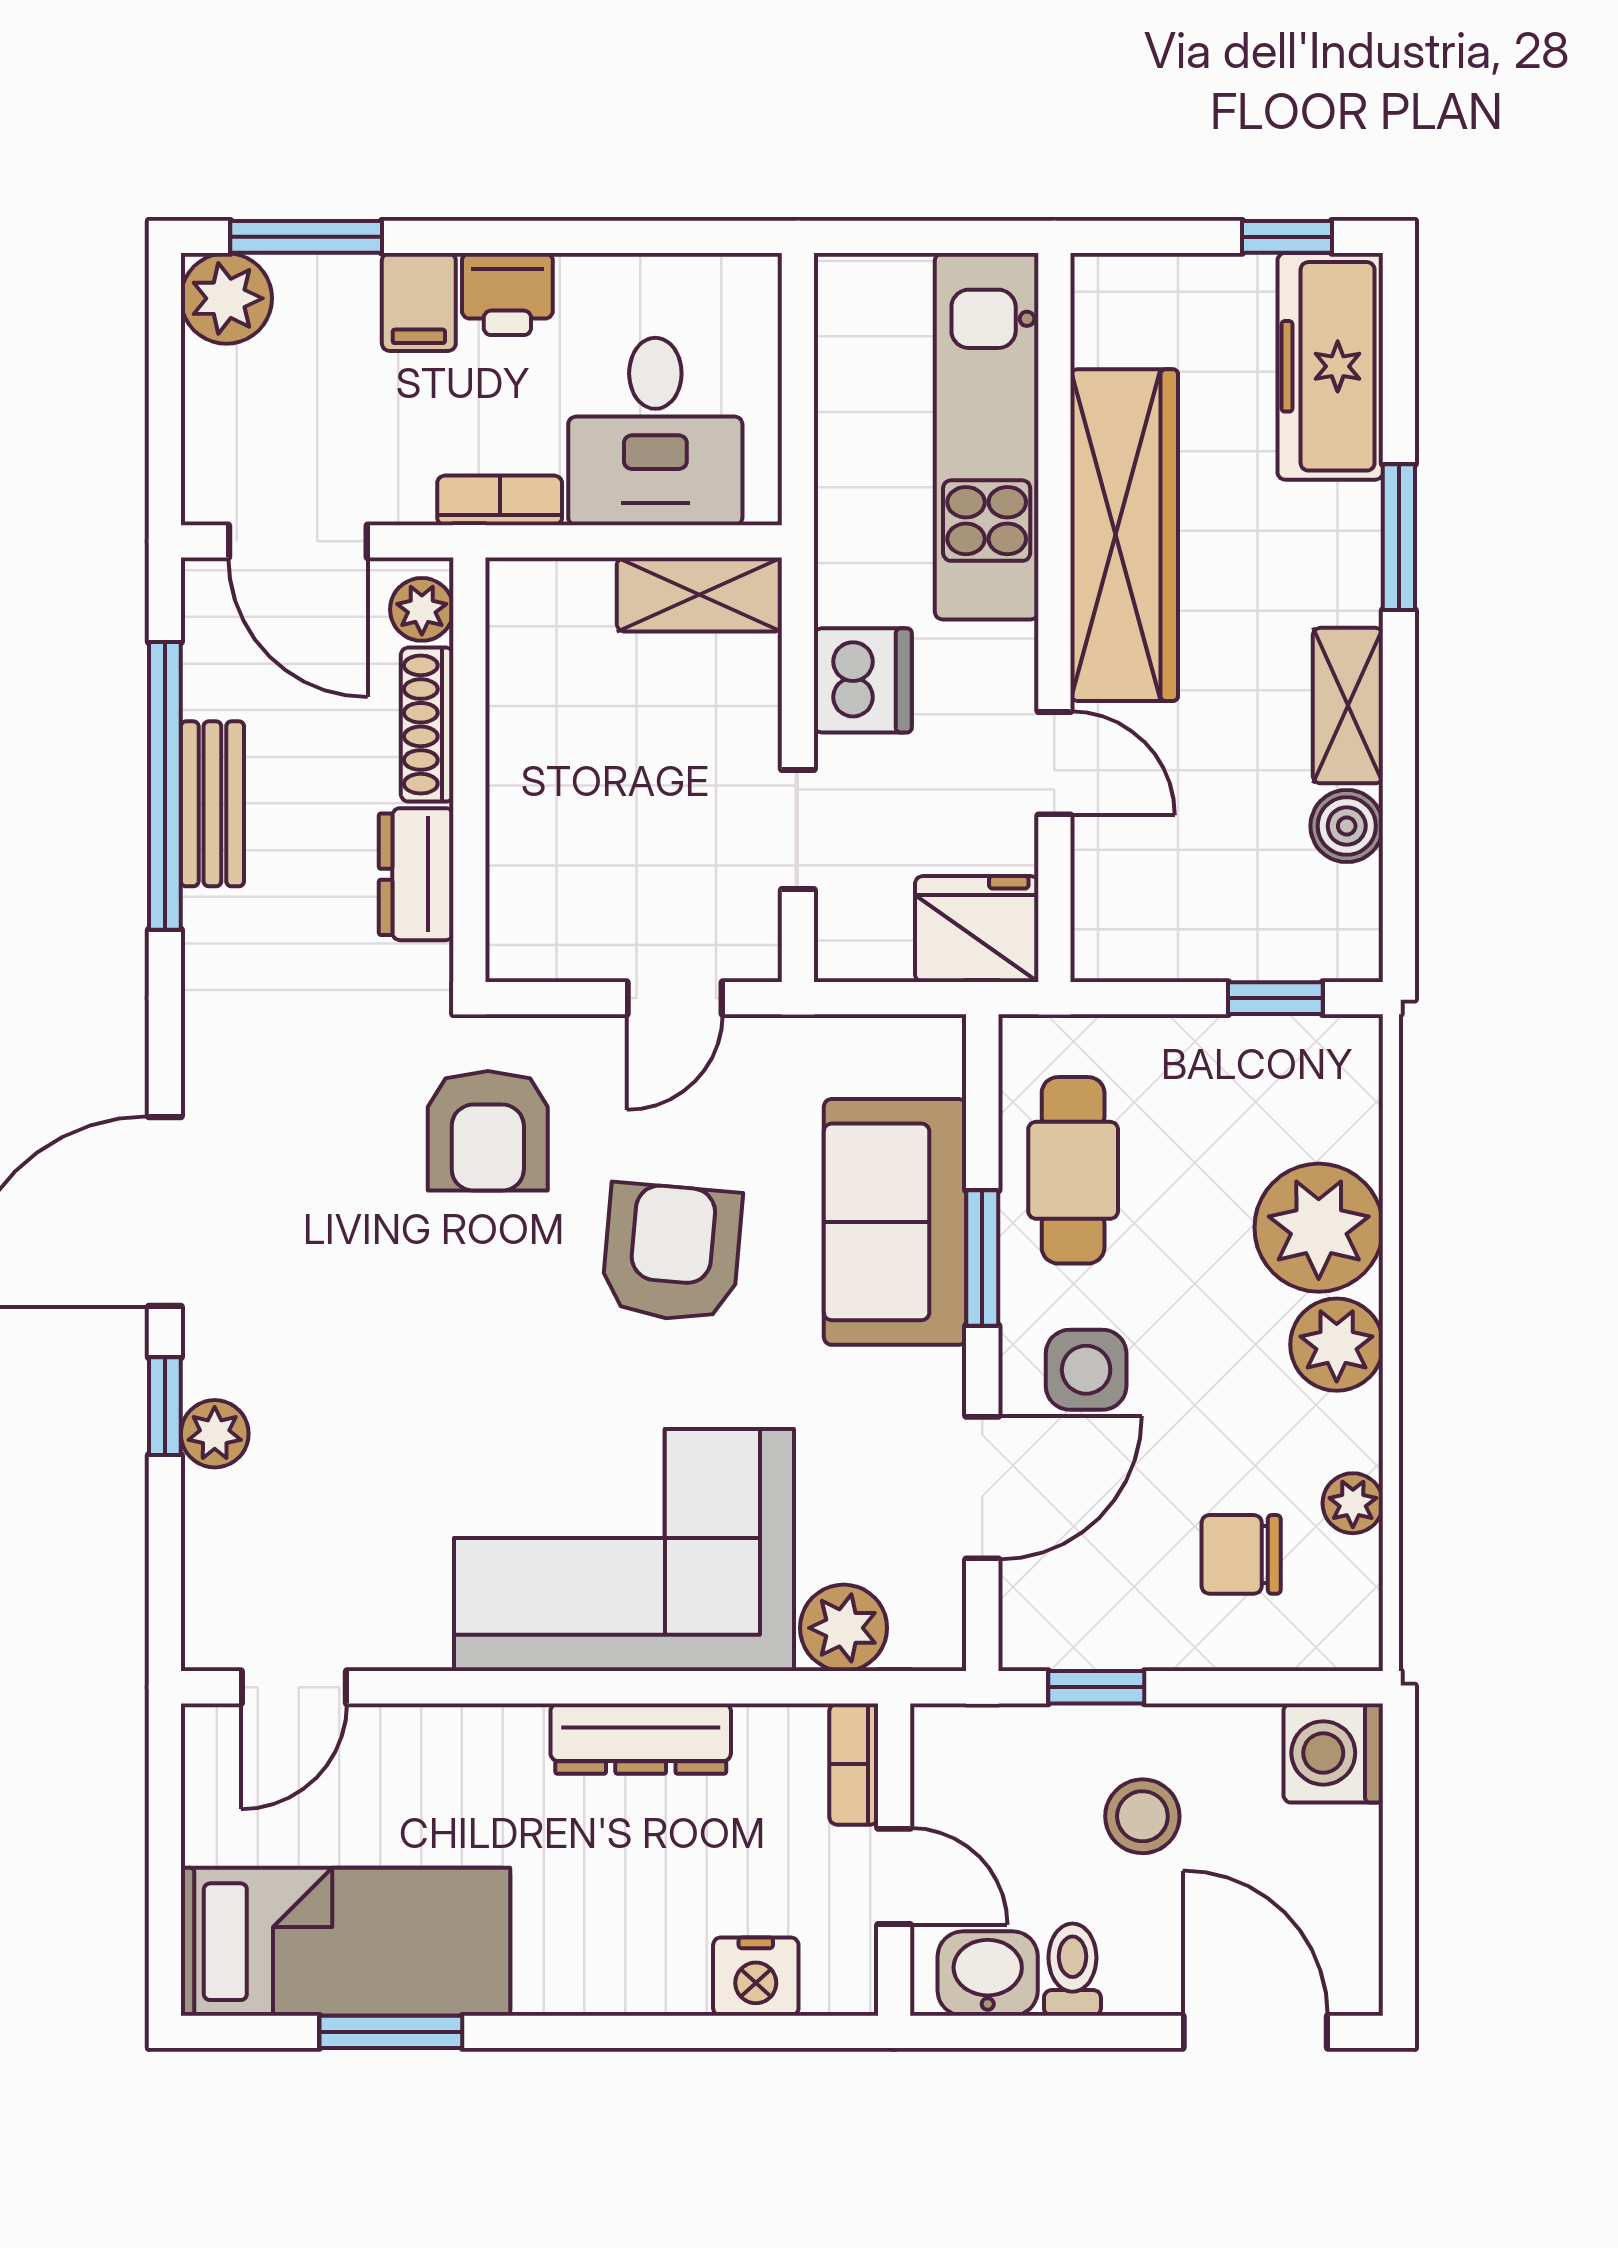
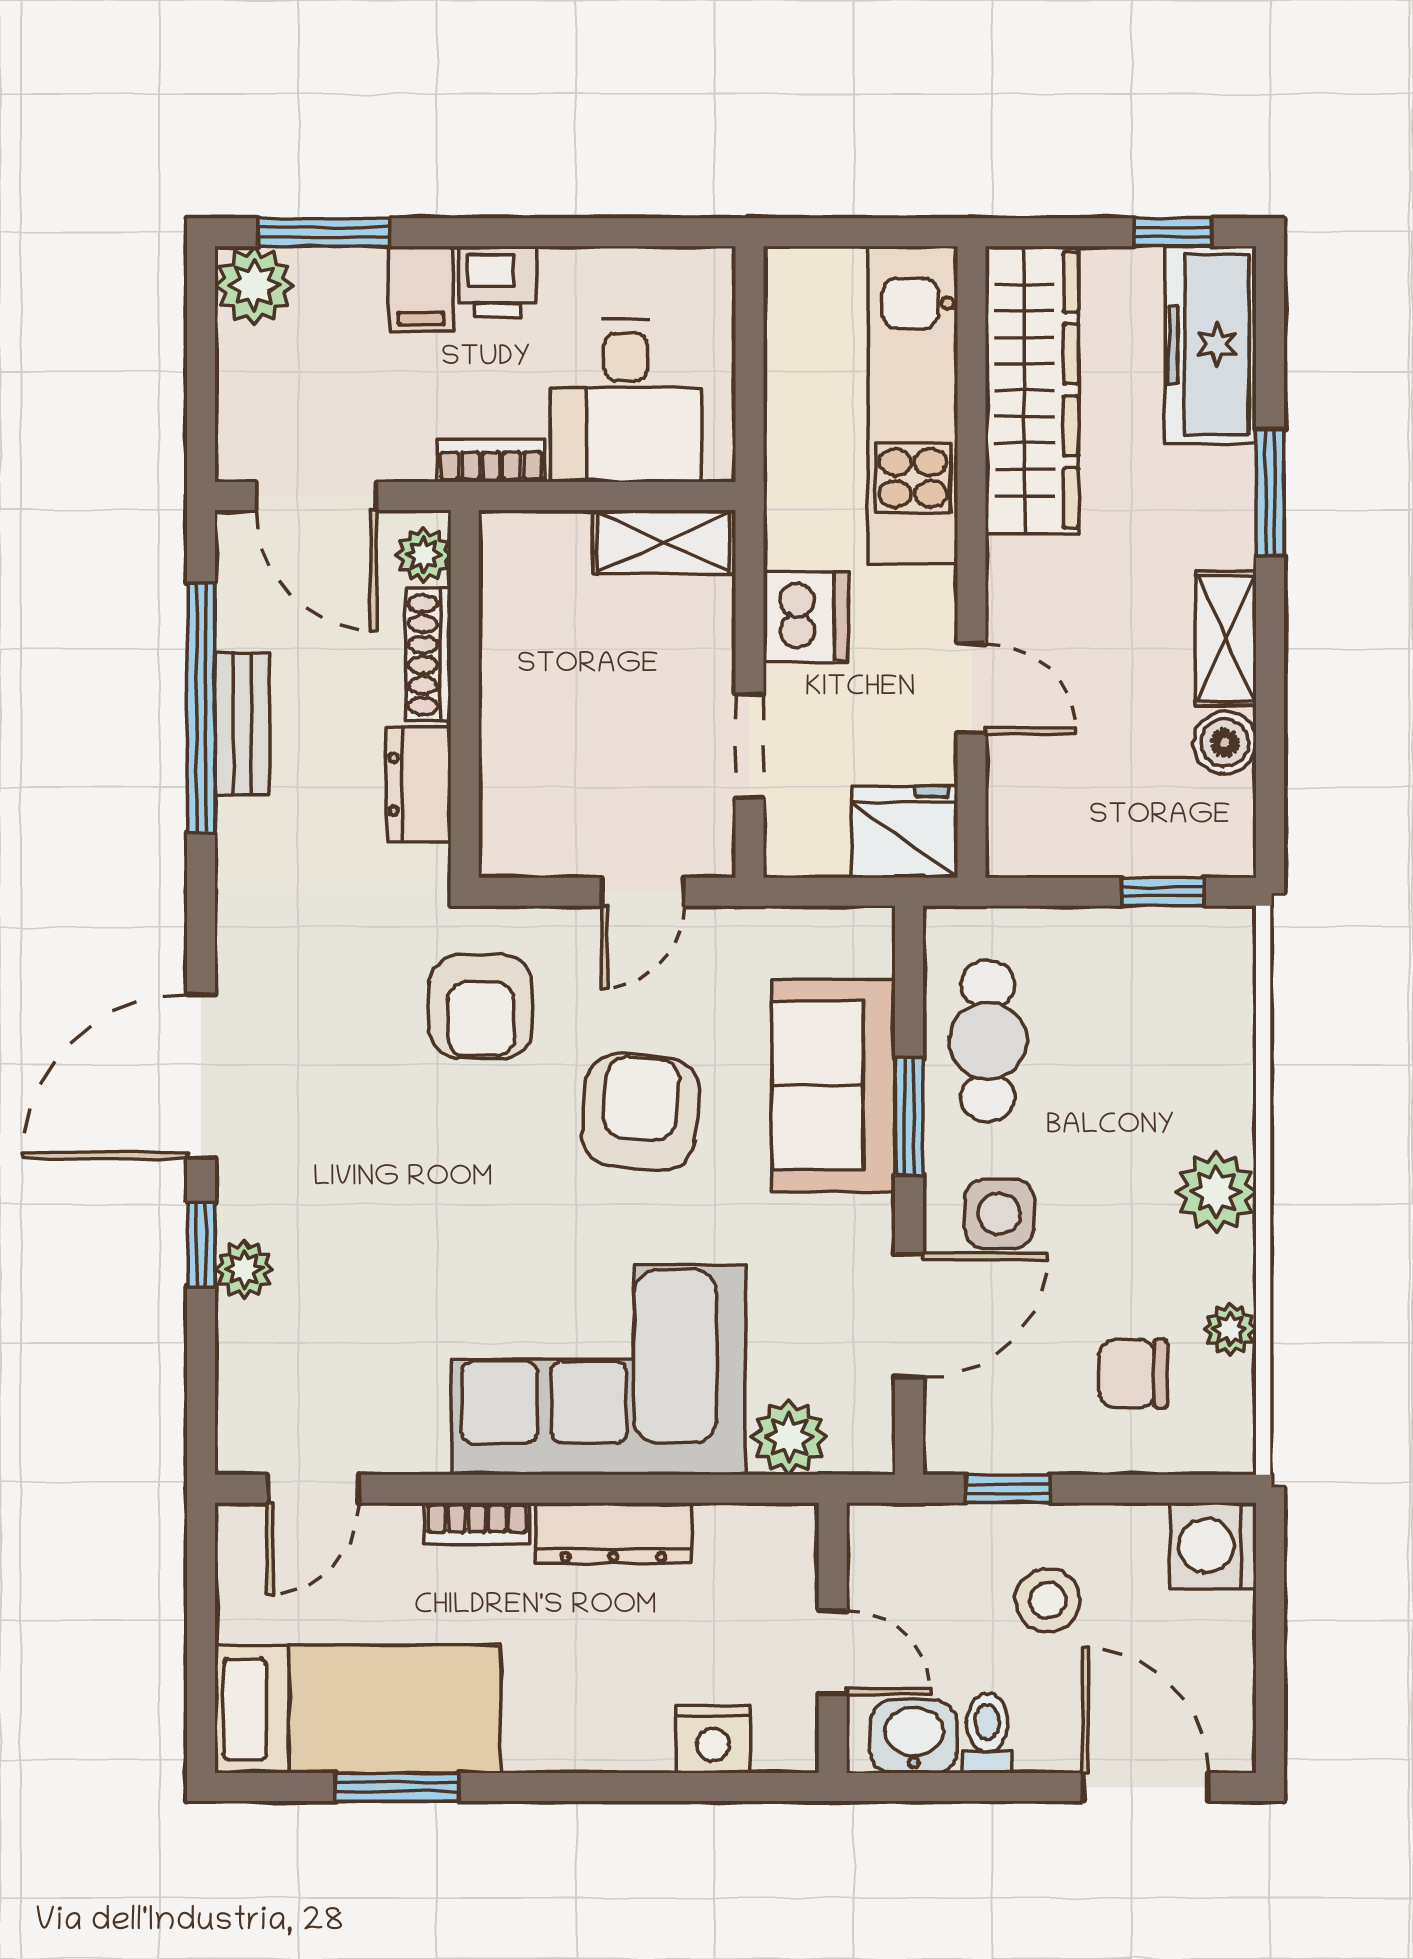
wardrobe: (1124, 535) -> (1032, 390), moved
plant: (1319, 1228) -> (1201, 1091), removed
bookcase: (854, 1764) -> (477, 1524), moved, turned -90

